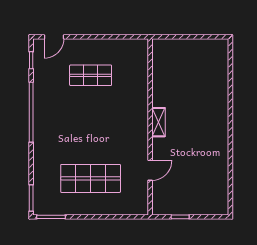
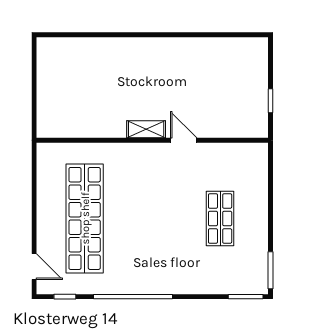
shop shelf: (91, 75) -> (85, 218), width x2.00, depth x1.36
door: (150, 170) -> (184, 140), moved
shop shelf: (91, 178) -> (220, 218), width x0.70, depth x0.74

